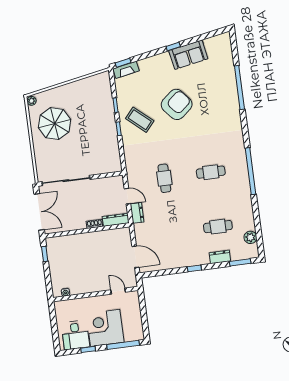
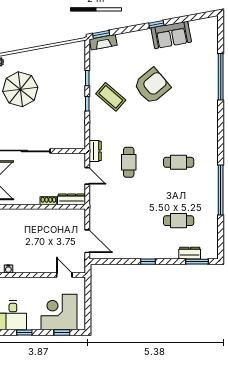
window: (250, 171) -> (221, 190), moved
dresser: (137, 213) -> (95, 151), moved
plant: (250, 237) -> (211, 237), removed
dresser: (220, 257) -> (190, 253), moved
corner desk: (105, 328) -> (59, 312), moved
window: (123, 345) -> (62, 333), width x0.46

